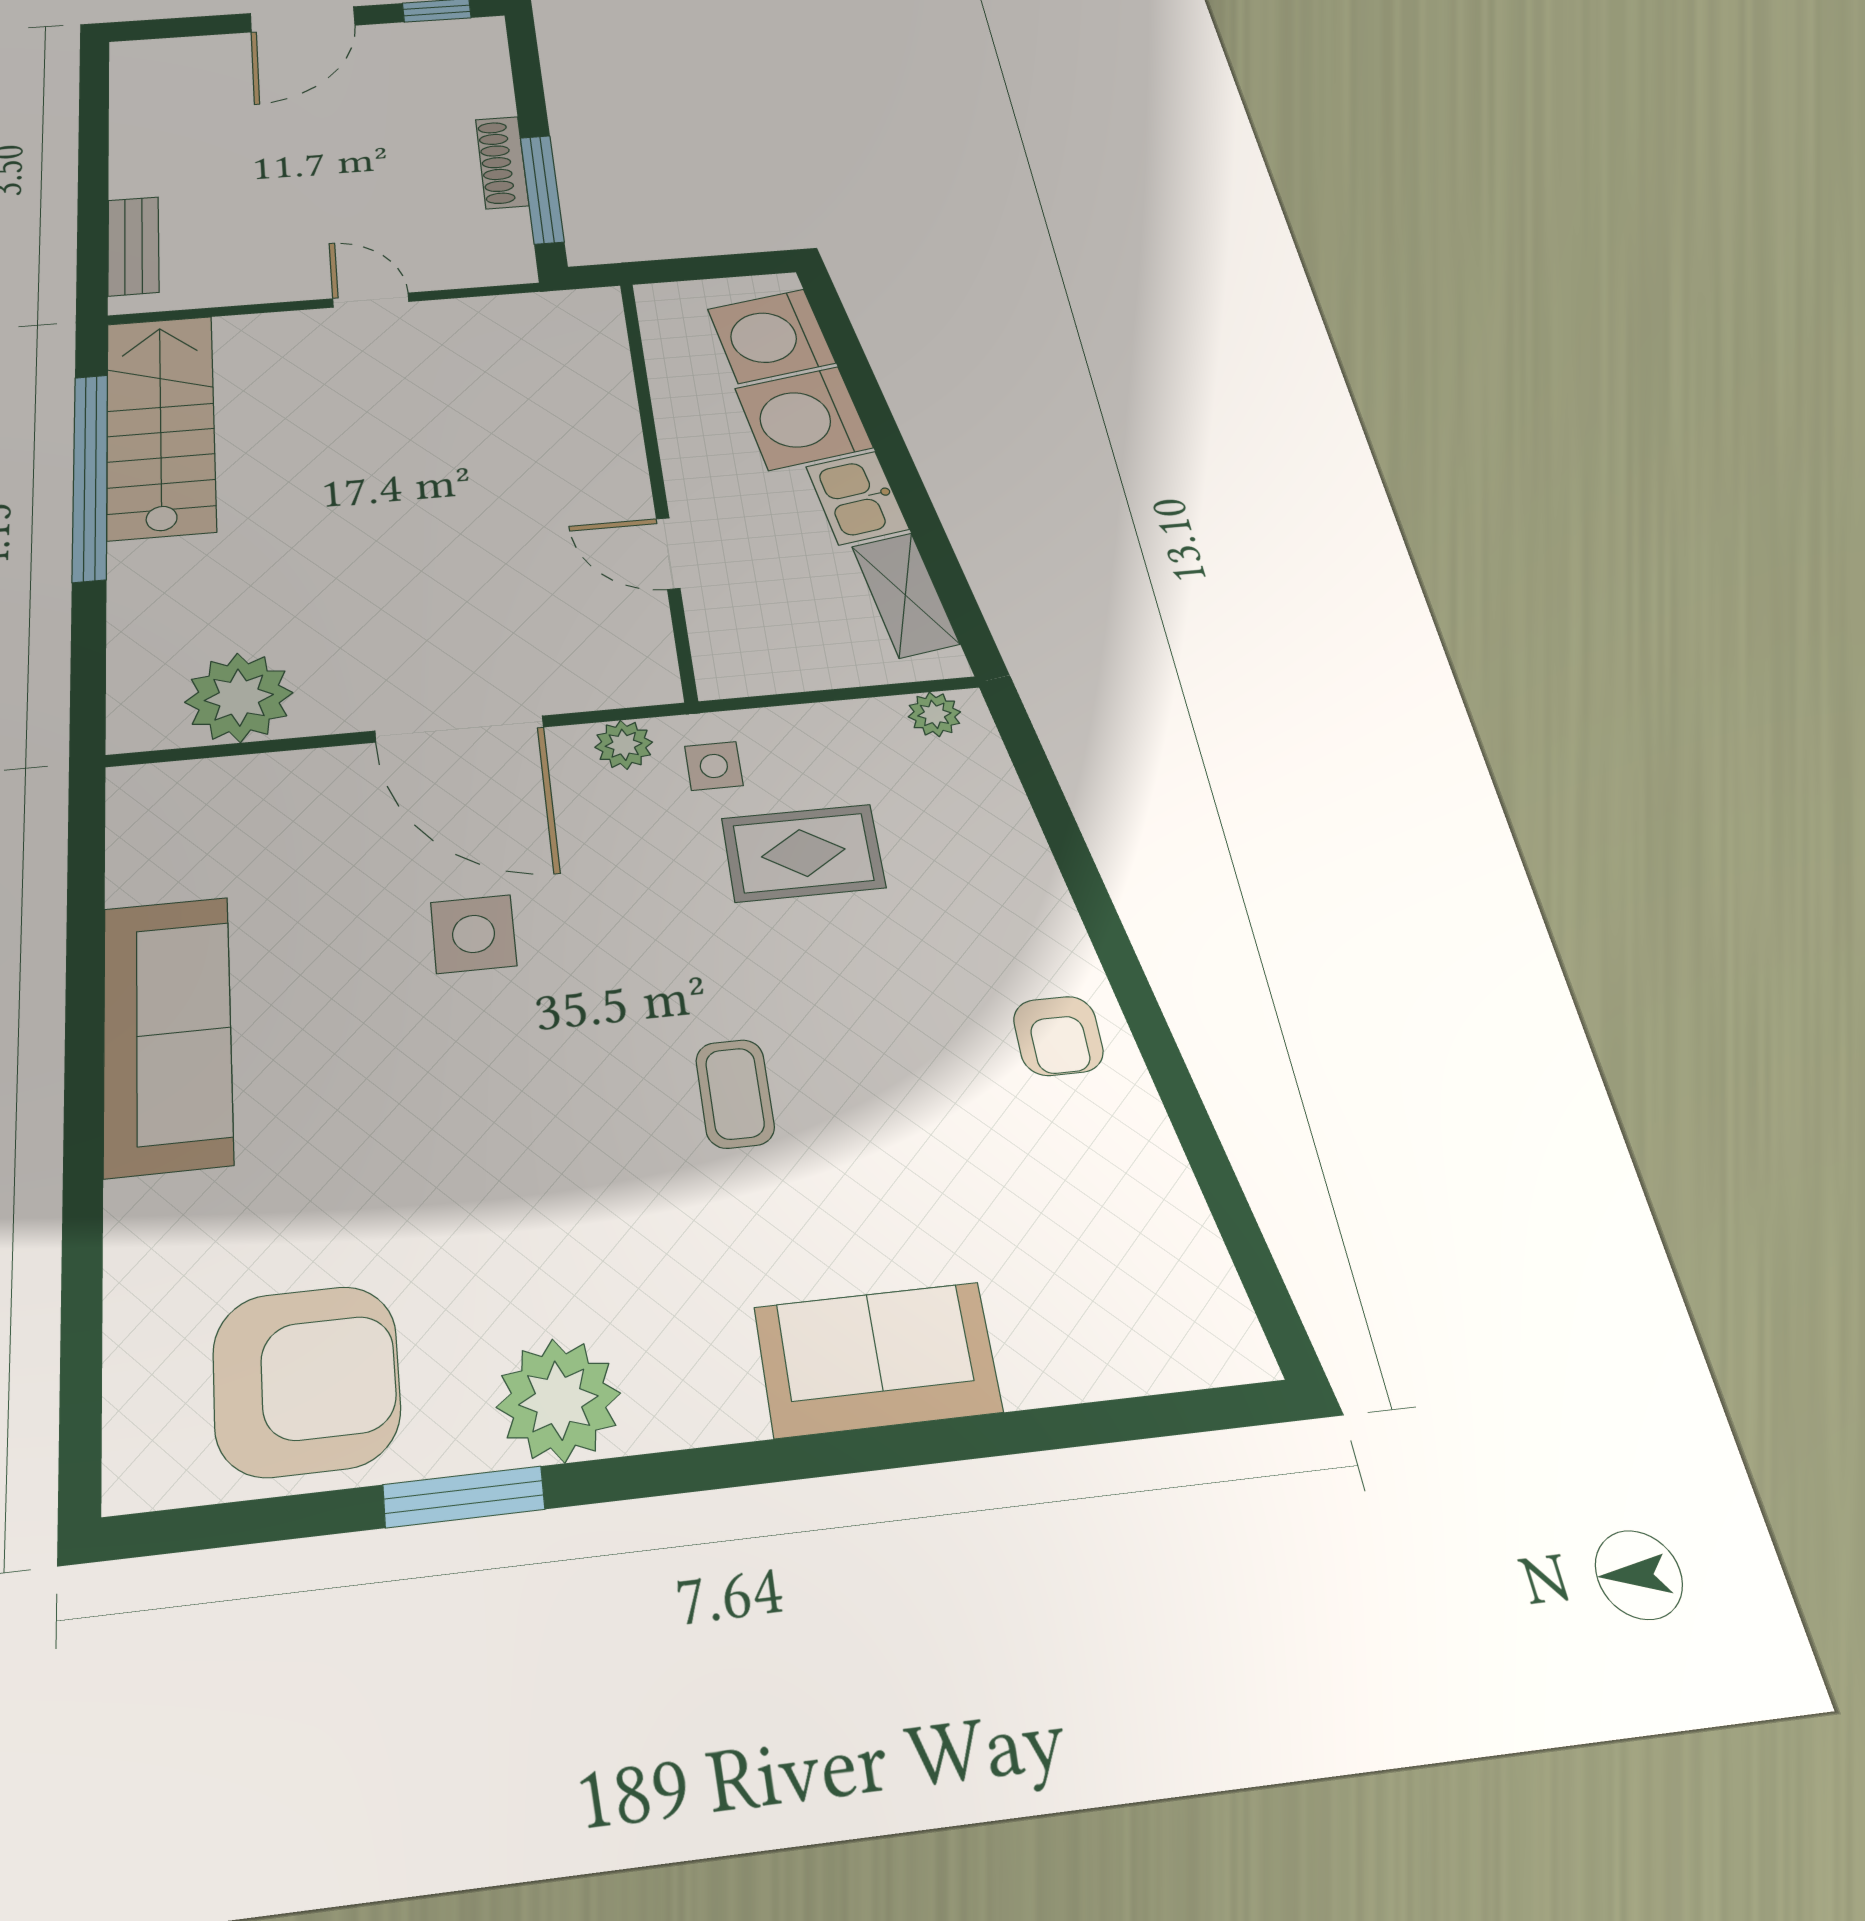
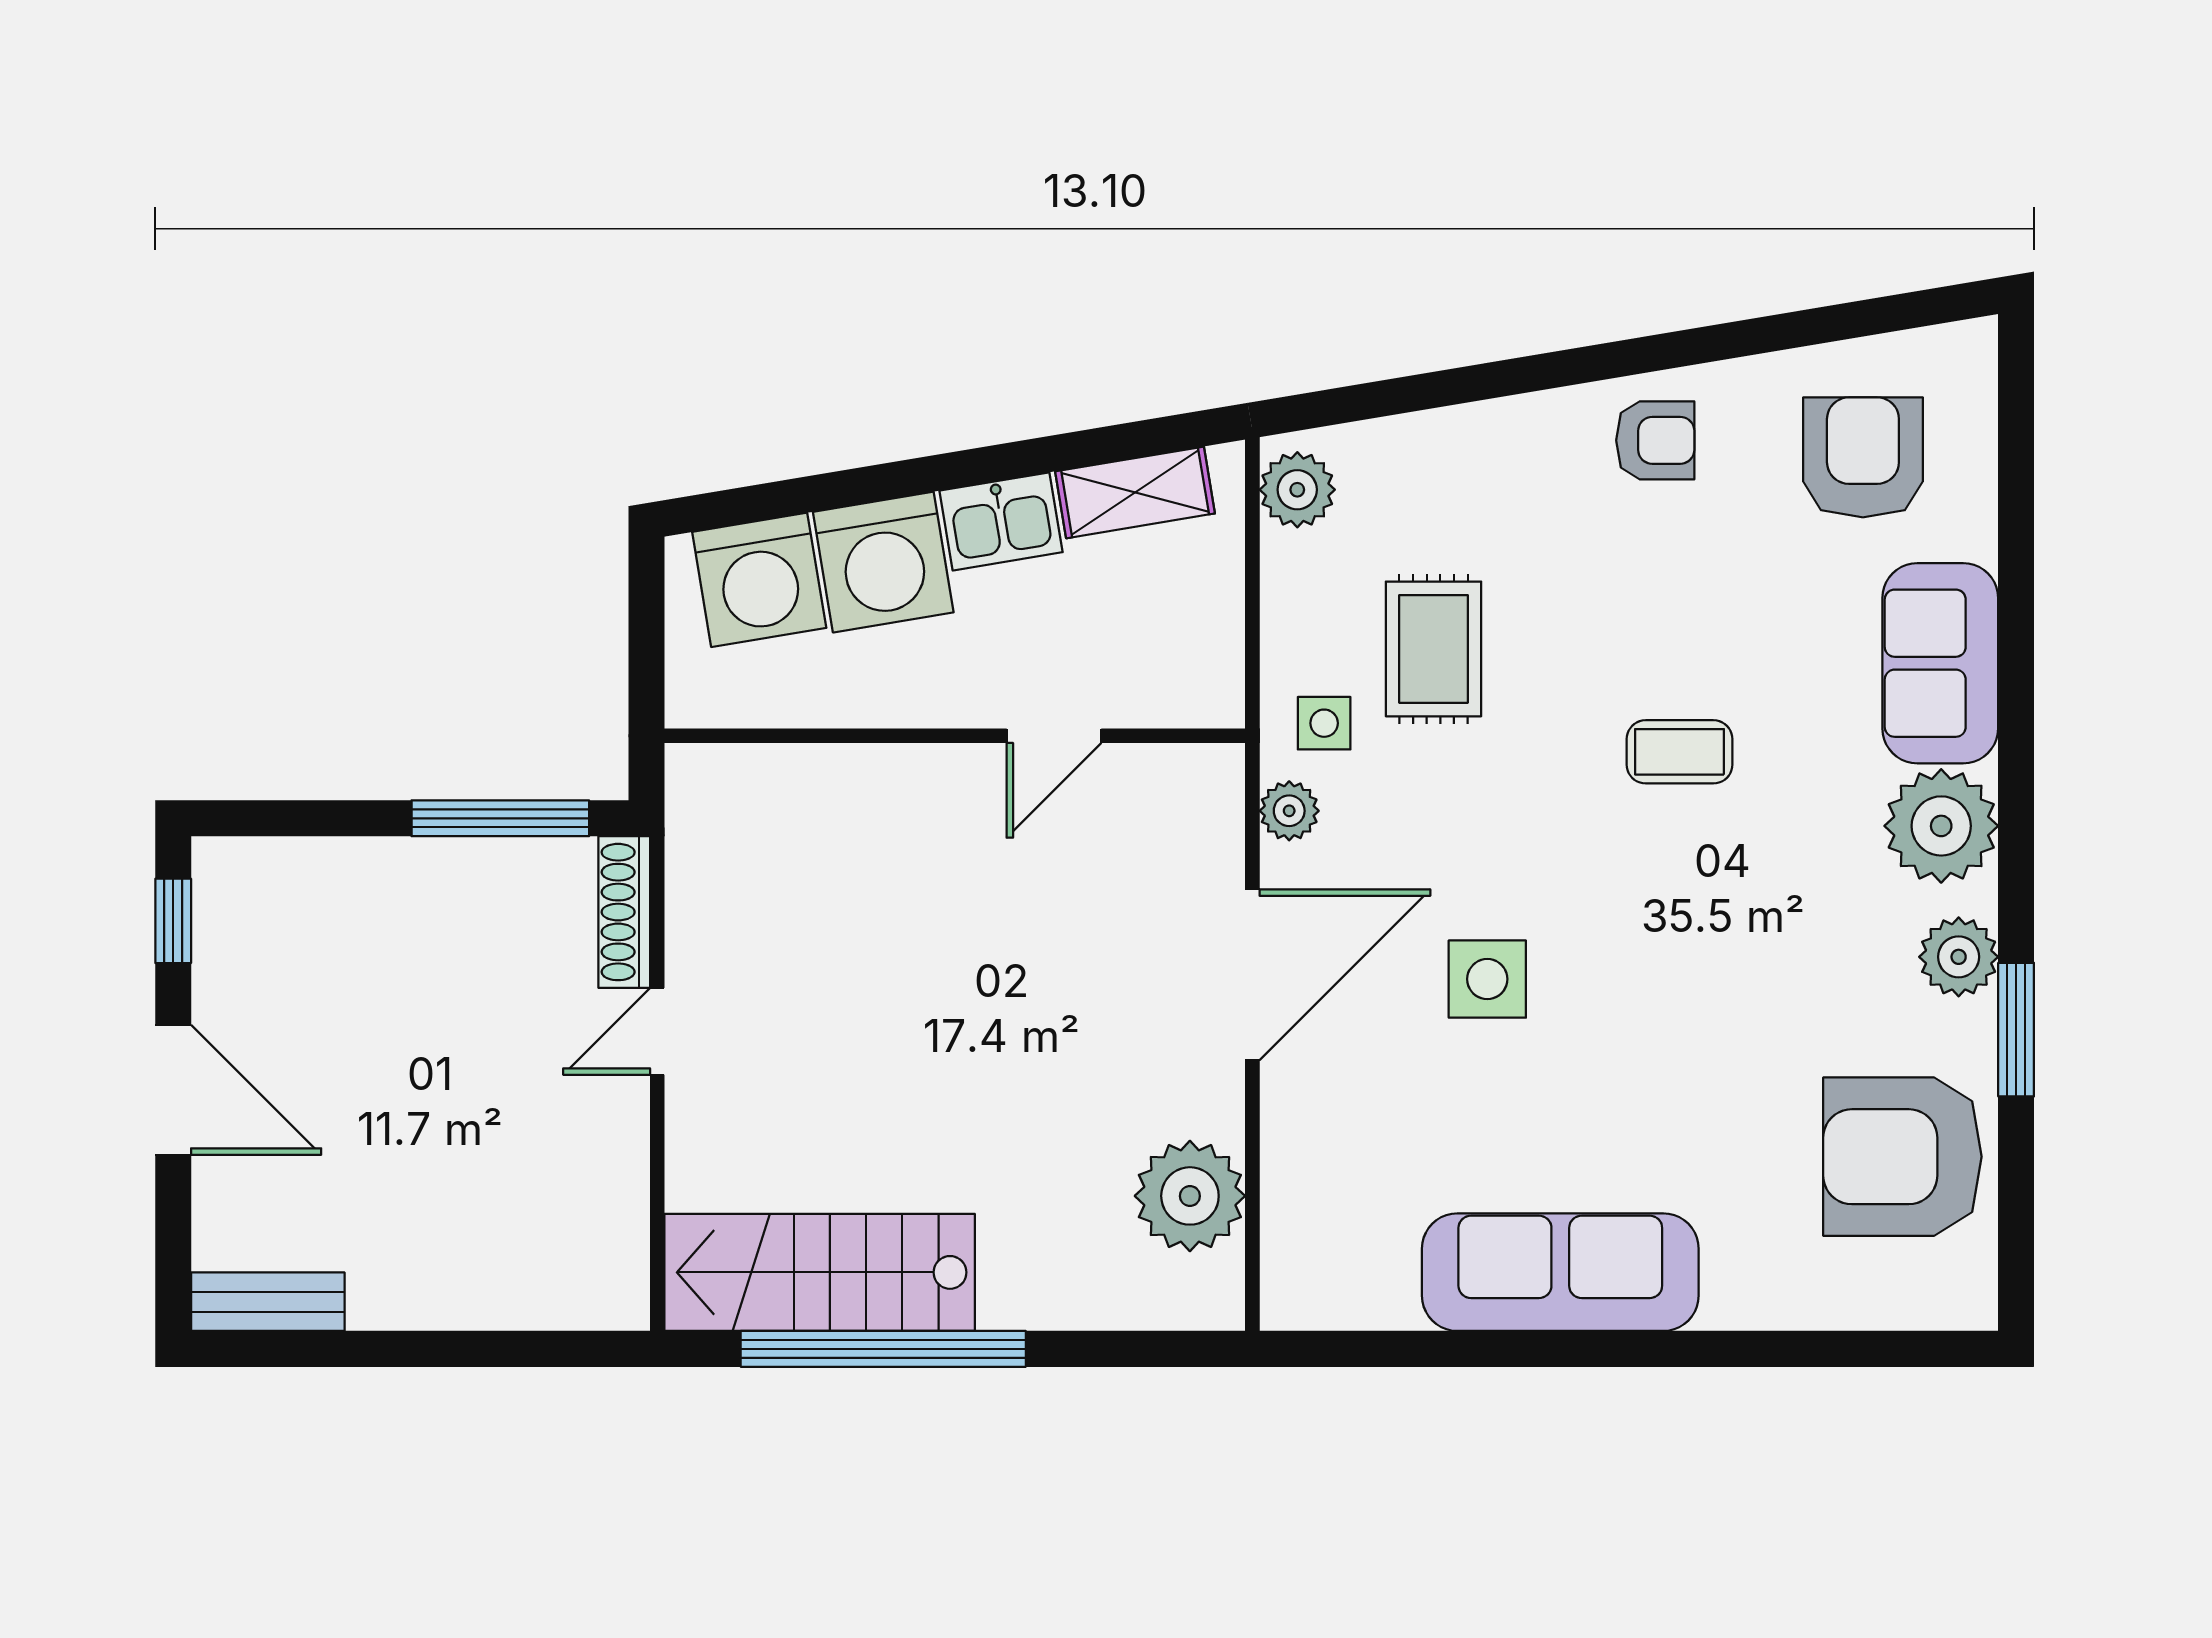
shoe rack: (502, 162) -> (624, 912), moved, turned 90
bench: (133, 246) -> (268, 1302), moved
plant: (934, 714) -> (1297, 490), width x1.38, depth x1.38
armchair: (1089, 1249) -> (1863, 457), added
armchair: (306, 1380) -> (1902, 1157), turned -90
plant: (692, 1382) -> (1941, 826), added
plant: (558, 1400) -> (1959, 957), width x0.73, depth x0.73

